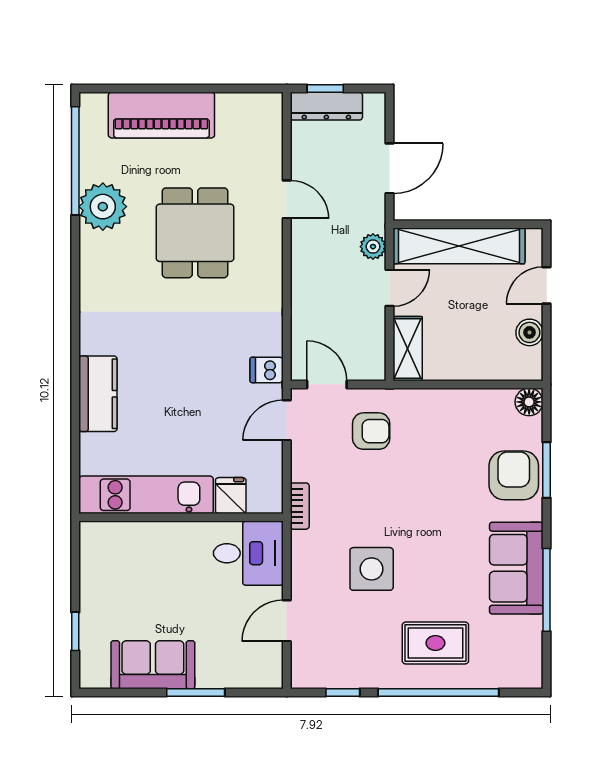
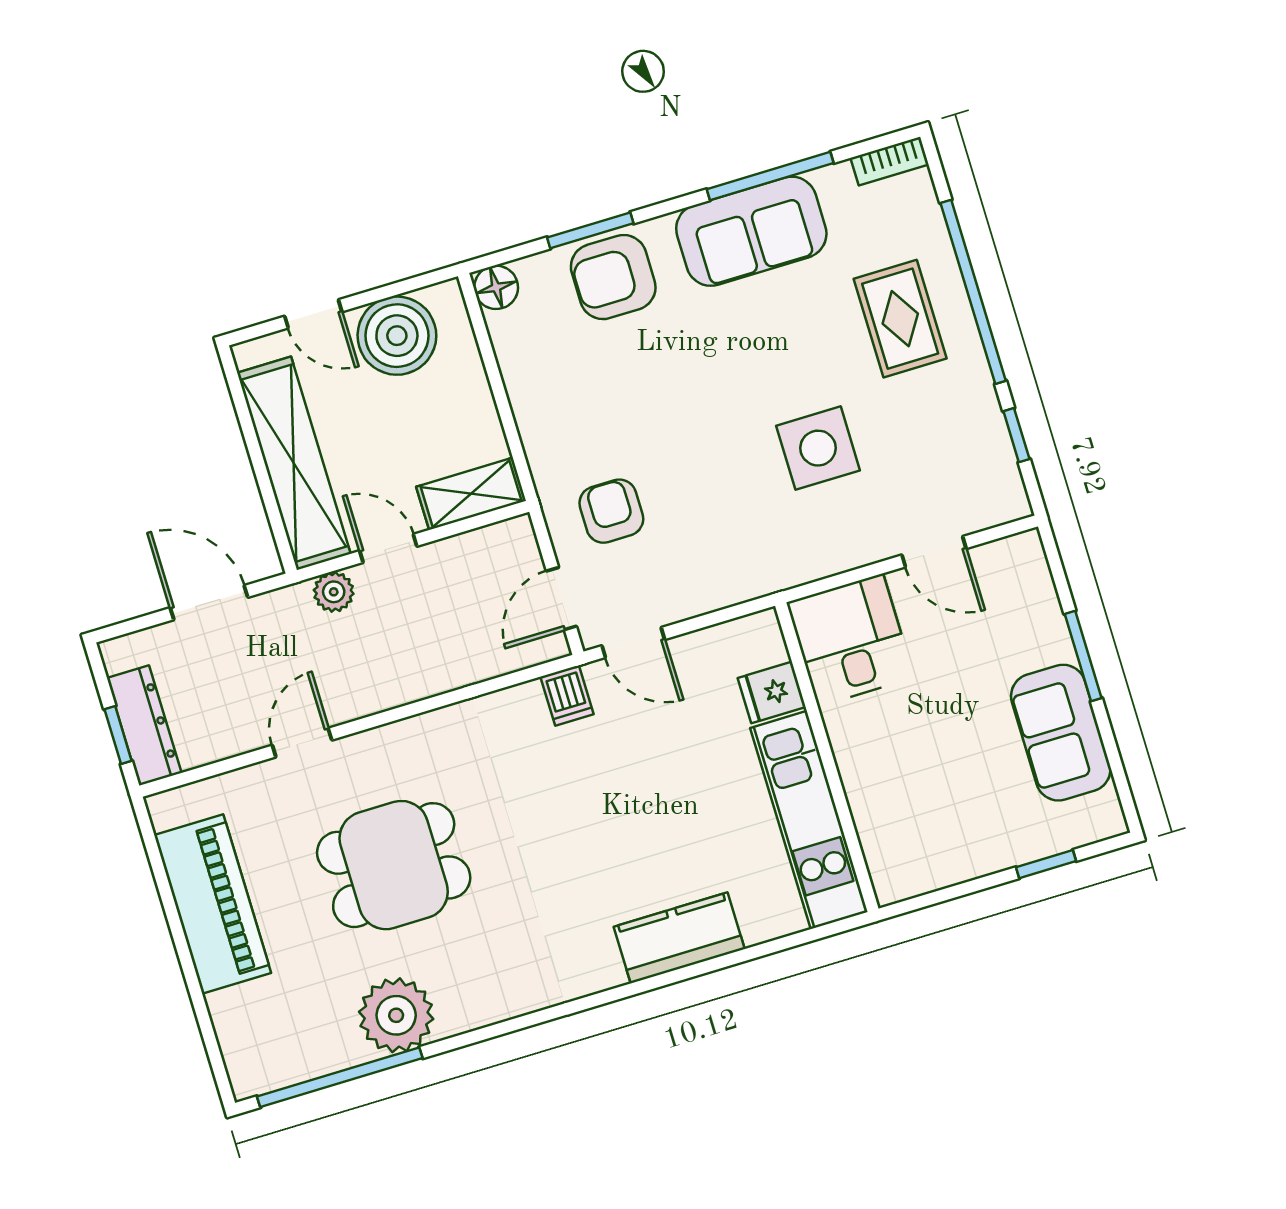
piano: (161, 115) -> (213, 904), moved
boiler: (529, 332) -> (397, 336), width x1.86, depth x1.86
bookcase: (300, 506) -> (890, 161), moved, turned 180

